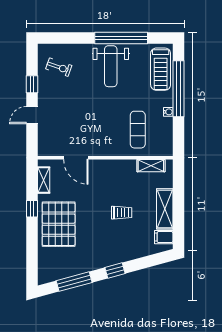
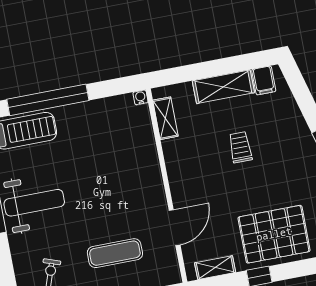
water cooler: (168, 112) -> (140, 97), moved
exercise mat: (138, 130) -> (115, 253), moved

